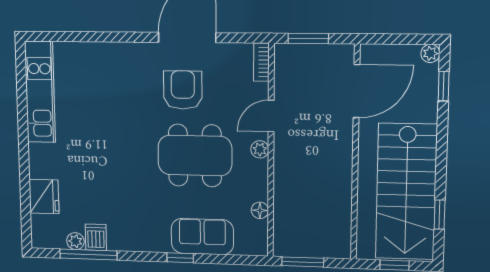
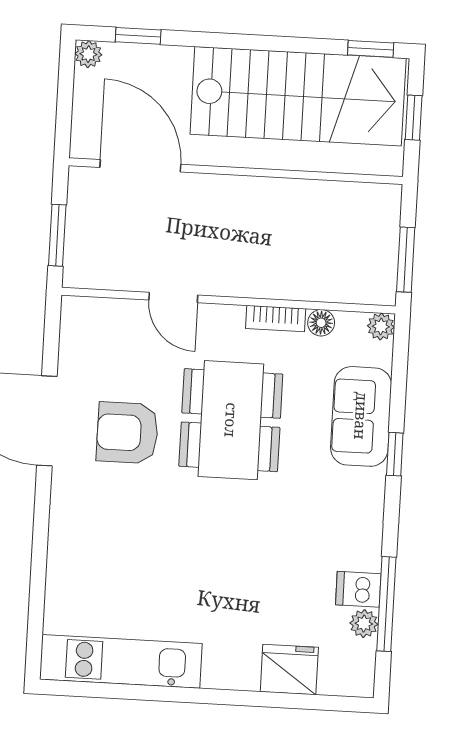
bookcase: (261, 62) -> (276, 319), moved
plant: (260, 149) -> (381, 327), moved
window: (440, 215) -> (371, 49), moved

